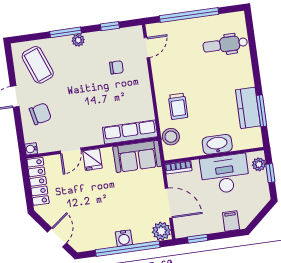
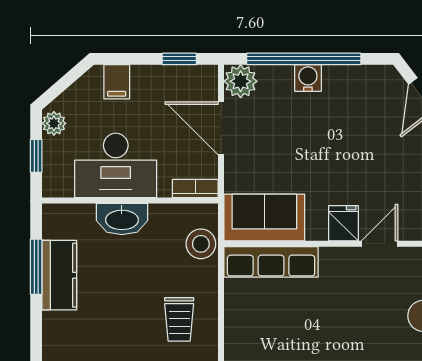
trolley: (178, 106) -> (179, 319), moved, turned 180
plant: (259, 164) -> (54, 123), moved

